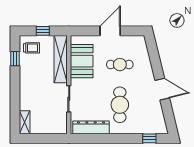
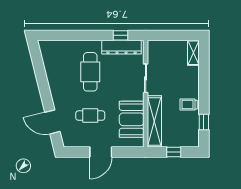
trolley: (31, 48) -> (189, 105), moved
door: (162, 89) -> (52, 122), moved
window: (149, 138) -> (121, 35), moved

